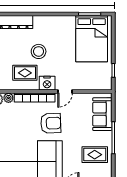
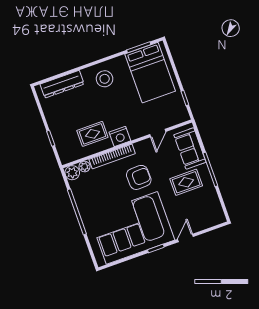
stool: (39, 51) -> (105, 79), moved
door: (65, 92) -> (158, 133), moved
rug: (95, 155) -> (186, 182), moved

